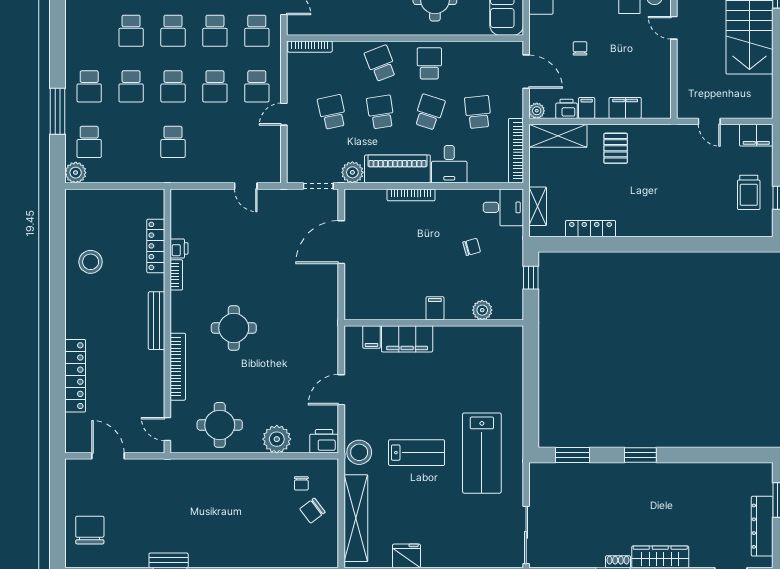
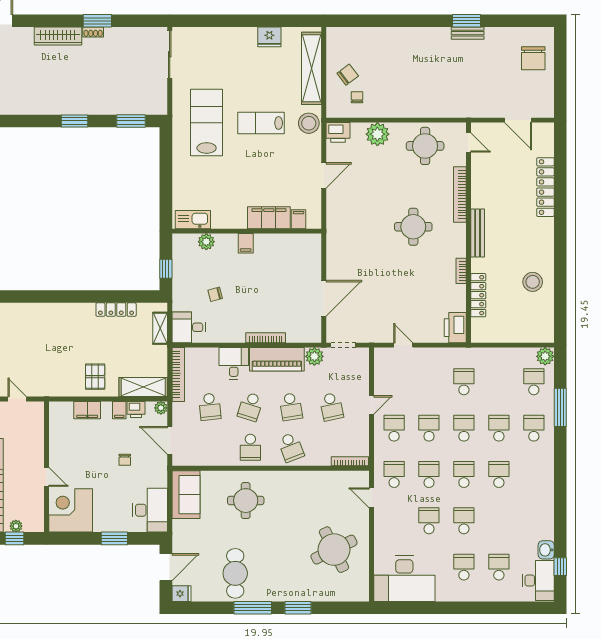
printer: (179, 248) -> (455, 328), moved, width x1.87, depth x1.48
kitchen sink: (498, 337) -> (193, 220), added

